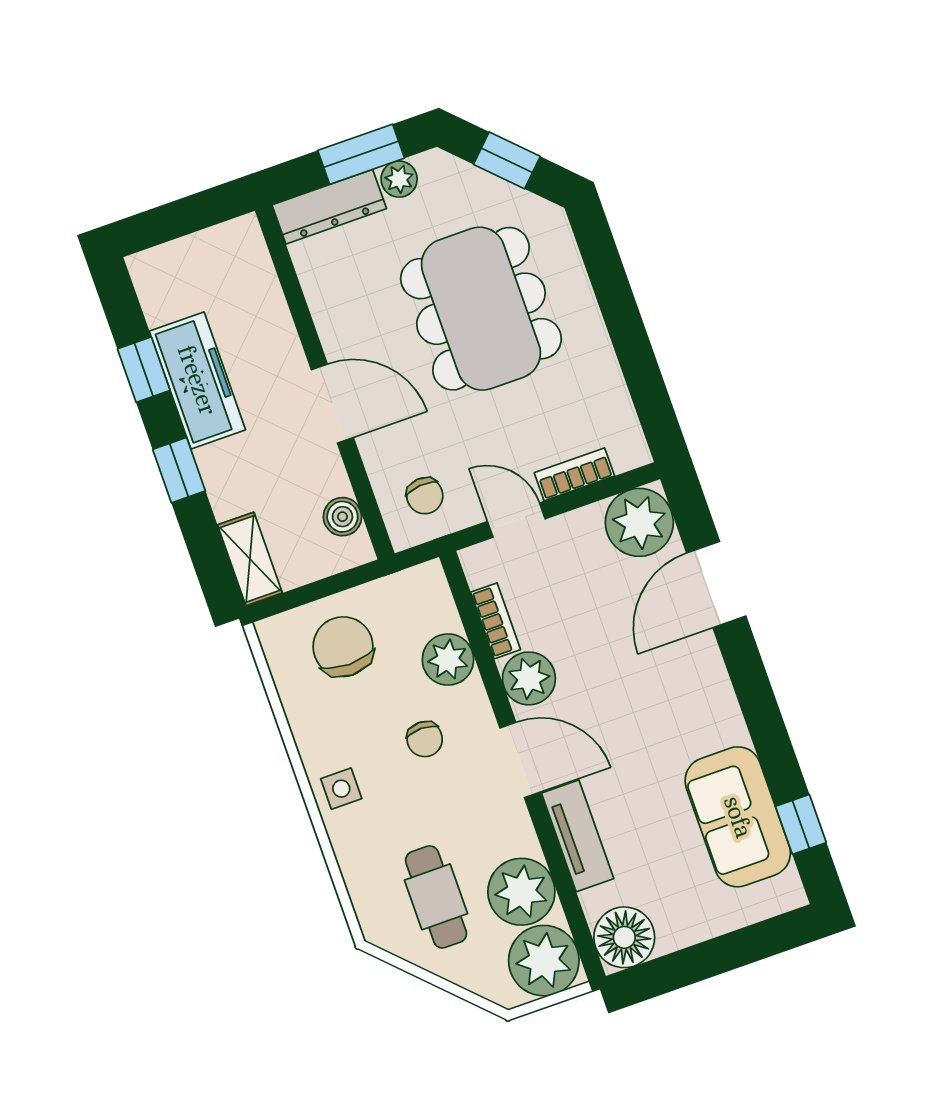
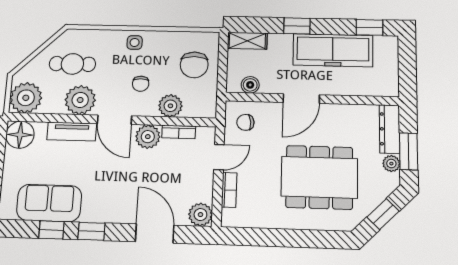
window: (144, 370) -> (369, 27), moved
freezer: (197, 380) -> (333, 50), width x1.36, depth x1.26
plant: (639, 522) -> (200, 215), width x0.73, depth x0.73
chair: (343, 647) -> (194, 65), turned 90
window: (760, 709) -> (91, 231), added
chair: (425, 739) -> (141, 84), turned -90
door: (520, 760) -> (115, 120), hinge flipped
window: (801, 824) -> (51, 230), moved
plant: (521, 892) -> (80, 100), moved

